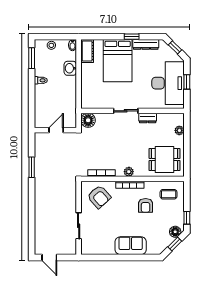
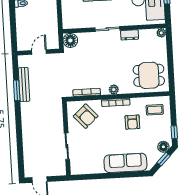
plant: (179, 130) -> (161, 33), moved
bench: (39, 162) -> (24, 84), added
sofa: (131, 246) -> (125, 163), width x1.36

